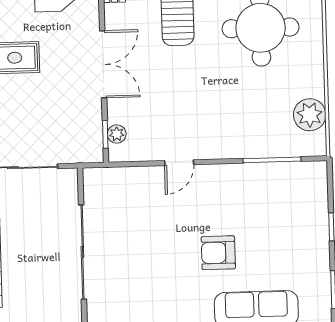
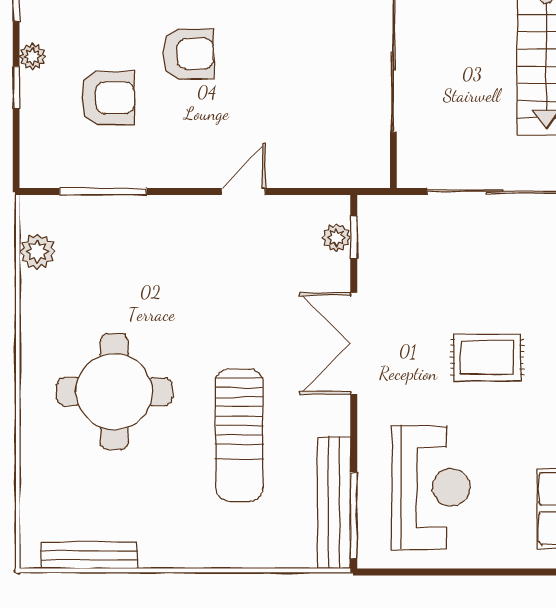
plant: (310, 115) -> (37, 251), width x0.73, depth x0.73
armchair: (271, 222) -> (108, 98), added
plant: (321, 248) -> (33, 57), added

